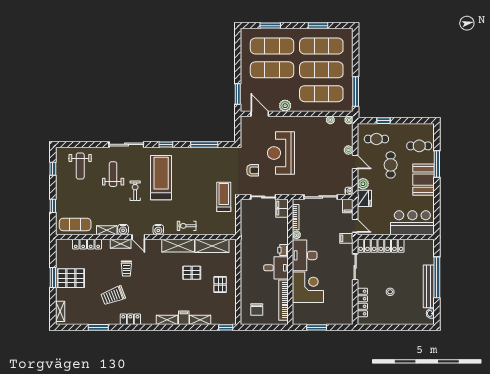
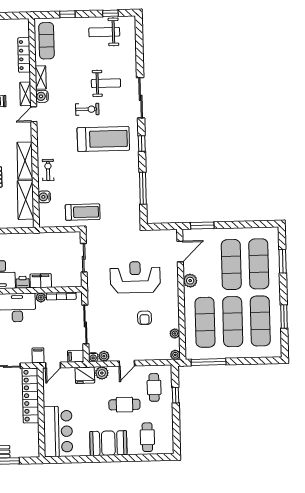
plant: (348, 150) -> (104, 356), moved
window: (437, 164) -> (127, 458), removed
weight bench: (80, 166) -> (104, 32), moved
armchair: (253, 170) -> (145, 318), moved
filing cabinet: (282, 208) -> (41, 281), moved
water cooler: (158, 230) -> (44, 197), moved

